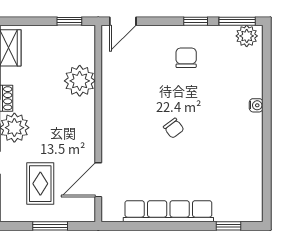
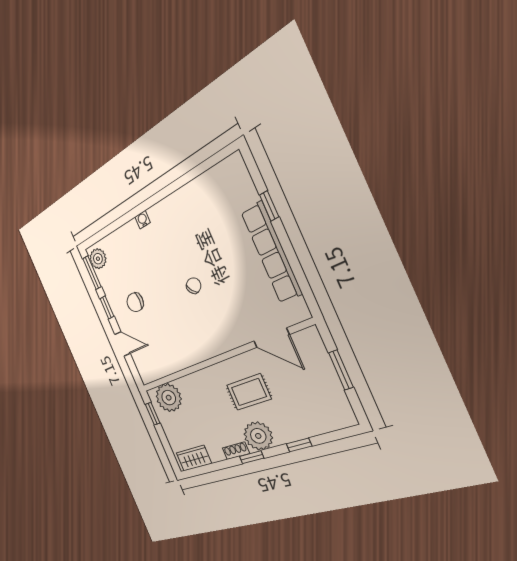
door: (123, 21) -> (123, 344), moved
plant: (80, 81) -> (169, 398), moved
rug: (40, 184) -> (249, 392), moved
window: (229, 226) -> (269, 206), moved

